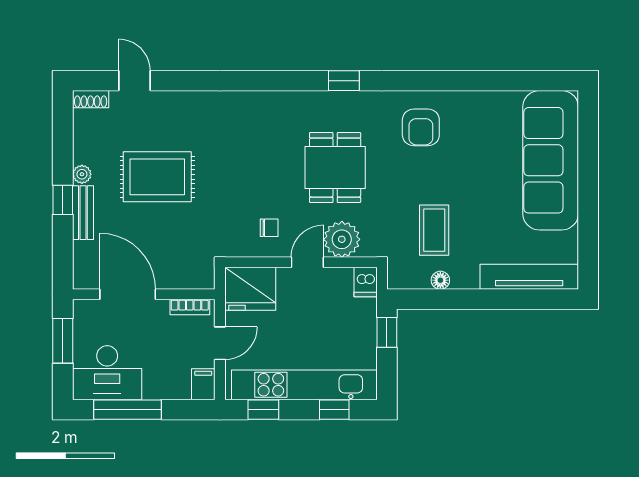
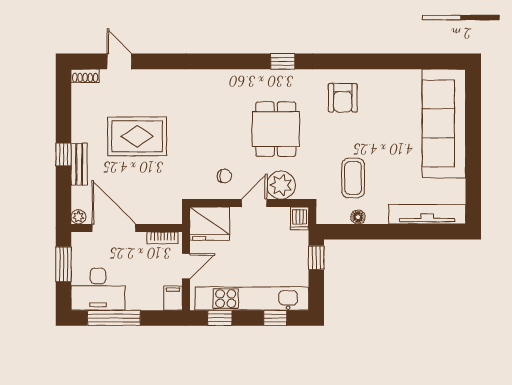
plant: (82, 174) -> (78, 217), moved

